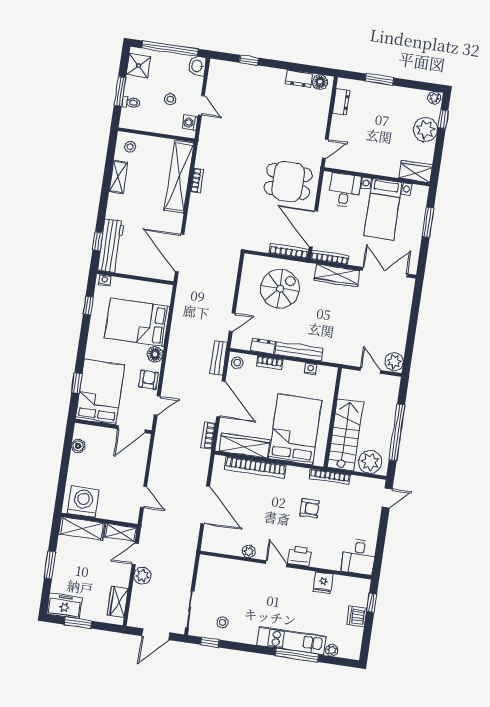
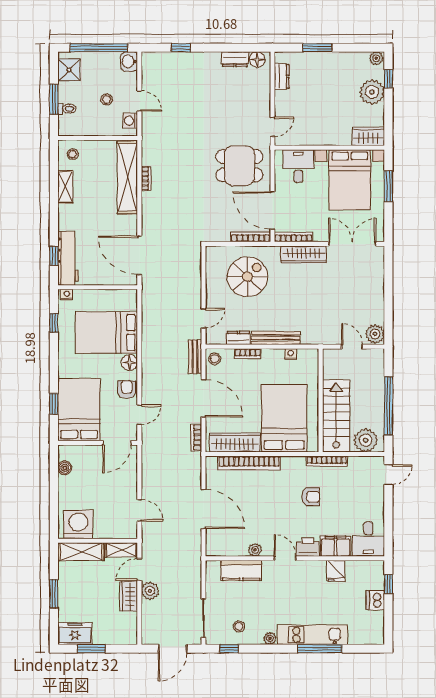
bed with nightstands: (383, 209) -> (350, 180), width x1.36
filing cabinet: (326, 559) -> (336, 546), added
kitchen counter: (233, 569) -> (241, 570), added
wardrobe: (118, 602) -> (129, 596), moved
plant: (332, 650) -> (270, 638), moved

